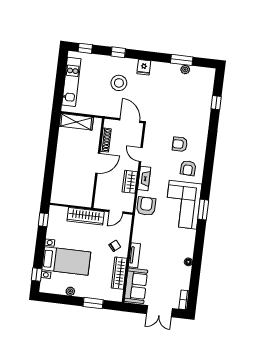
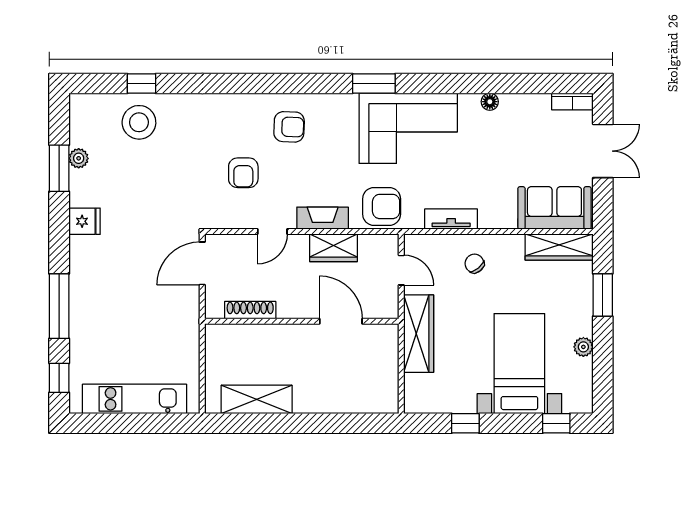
window: (118, 52) -> (59, 306), width x2.17
fridge: (144, 67) -> (85, 221), moved
stool: (119, 83) -> (139, 122), moved
shelving: (76, 122) -> (257, 399), moved, turned 90
armchair: (180, 144) -> (243, 173), moved
door: (98, 163) -> (341, 321), moved
corner sofa: (183, 205) -> (408, 128), moved
armchair: (146, 206) -> (382, 206), turned 180
window: (43, 220) -> (465, 423), moved
tv unit: (134, 255) -> (451, 219), moved
wardrobe: (119, 273) -> (559, 247), moved

